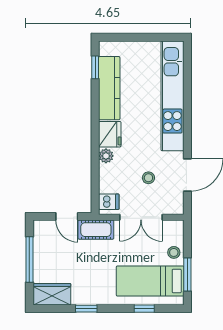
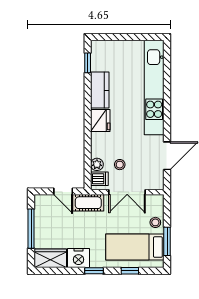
kitchen counter: (109, 88) -> (100, 90), width x0.67
plant: (106, 156) -> (97, 164), moved
stool: (148, 178) -> (120, 165), moved
nightstand: (85, 294) -> (79, 258), added
window: (86, 309) -> (94, 271), moved

